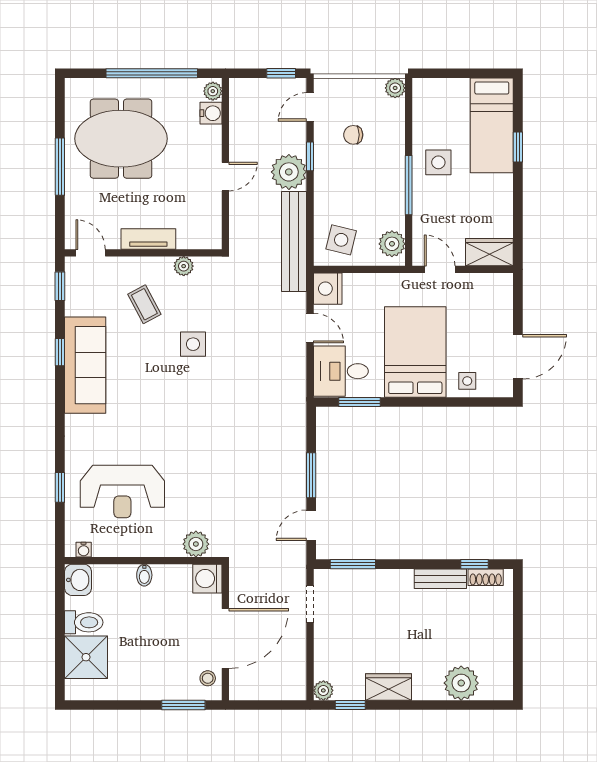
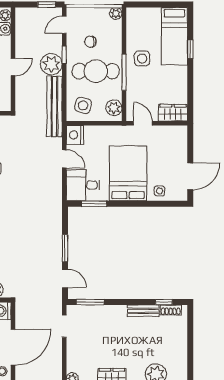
cafe table: (362, 183) -> (96, 71), added
door: (311, 525) -> (65, 278), swing flipped

